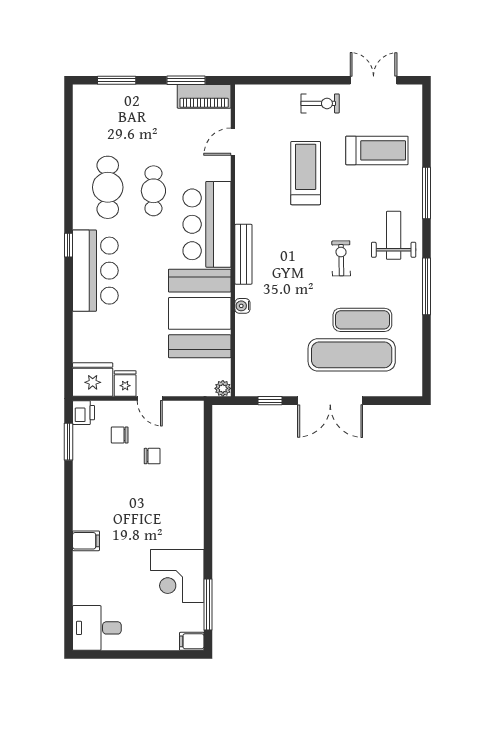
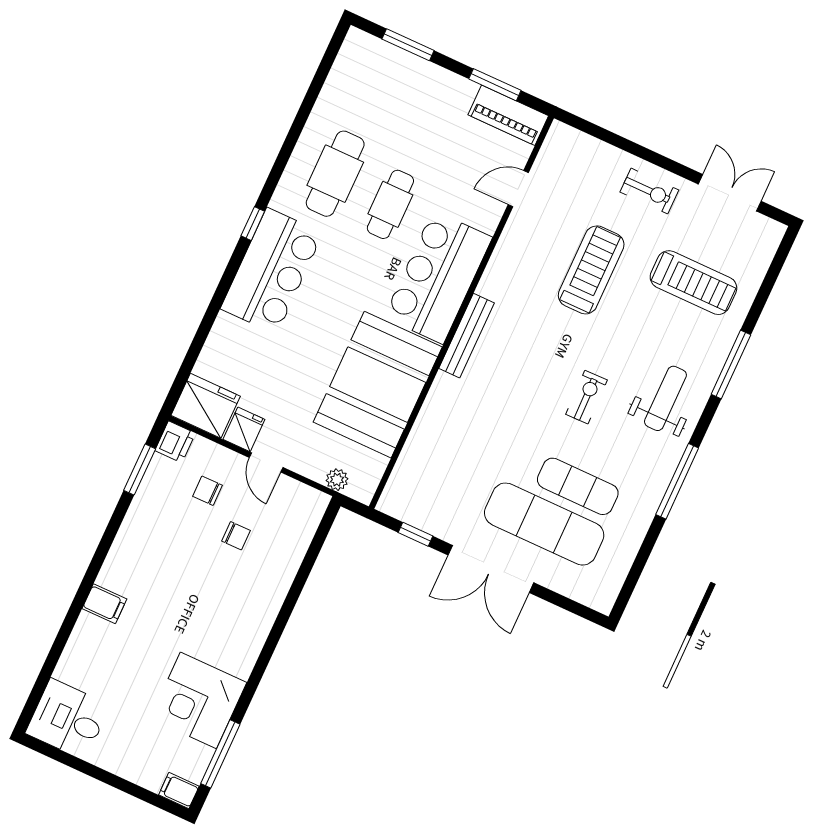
water cooler: (242, 306) -> (436, 400), removed
plant: (223, 388) -> (337, 480), moved

